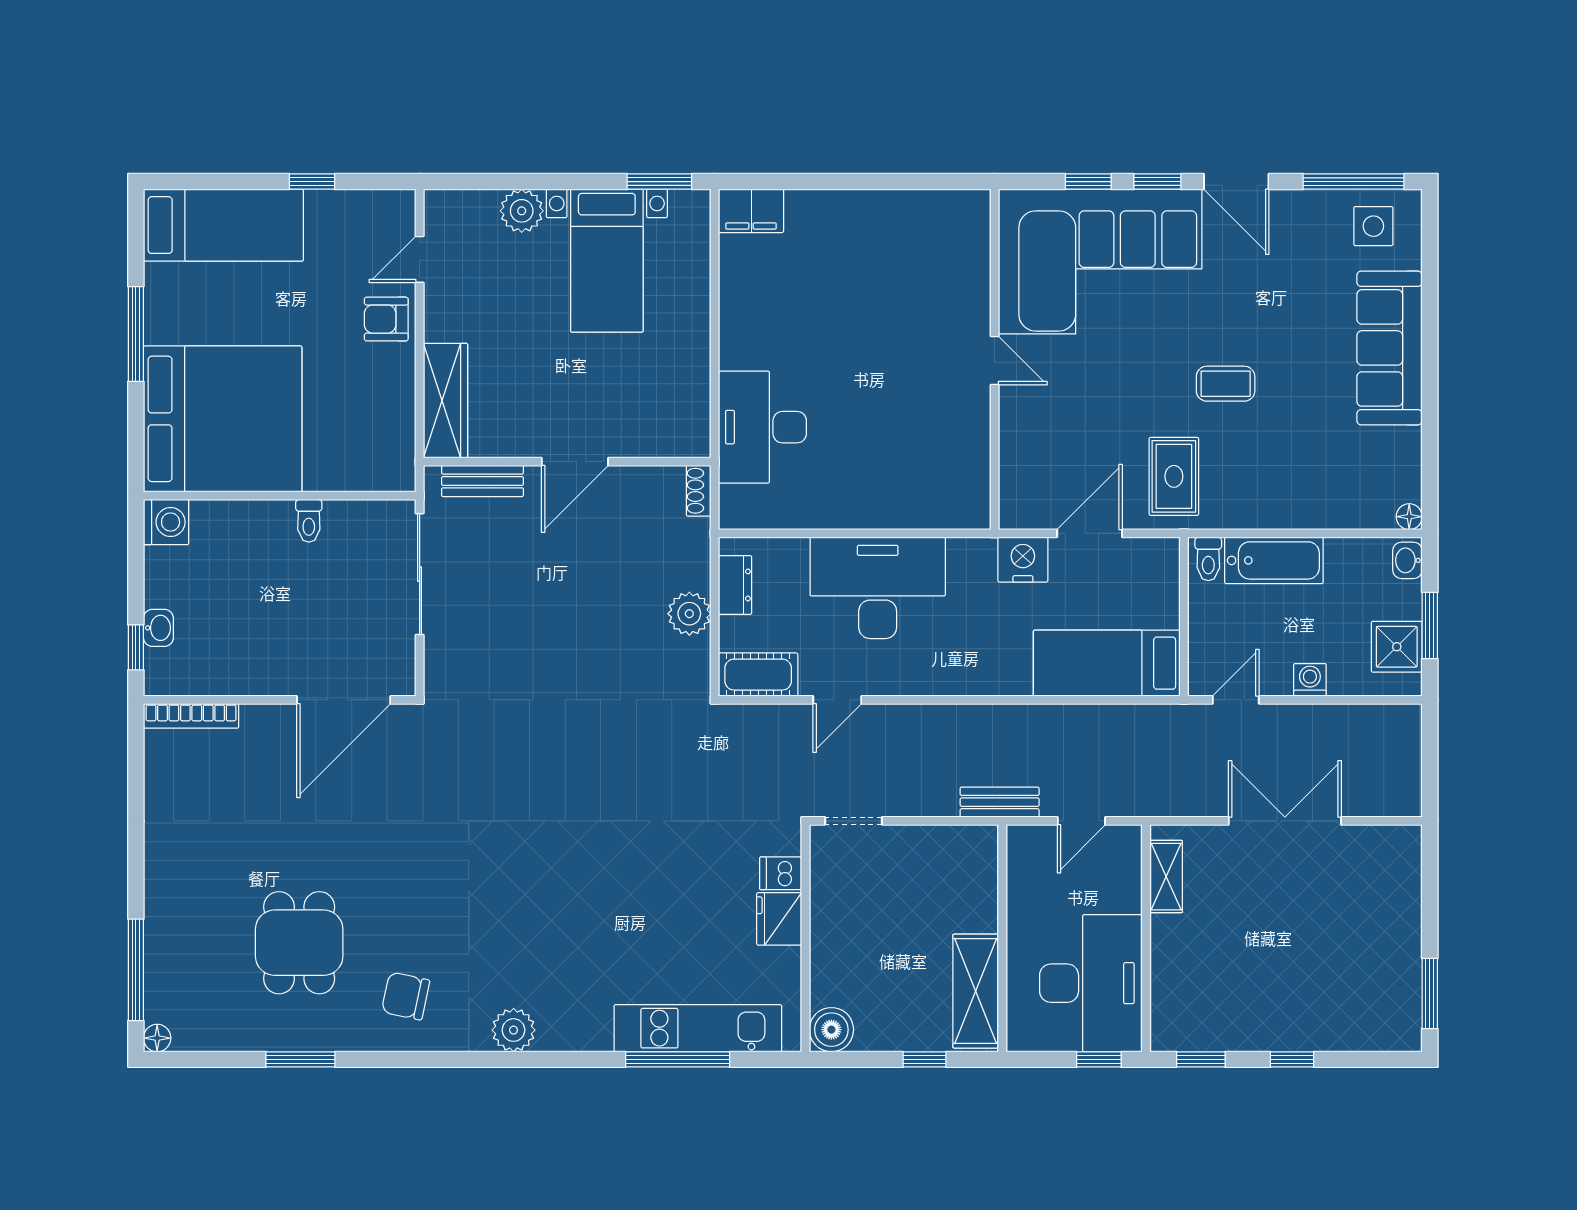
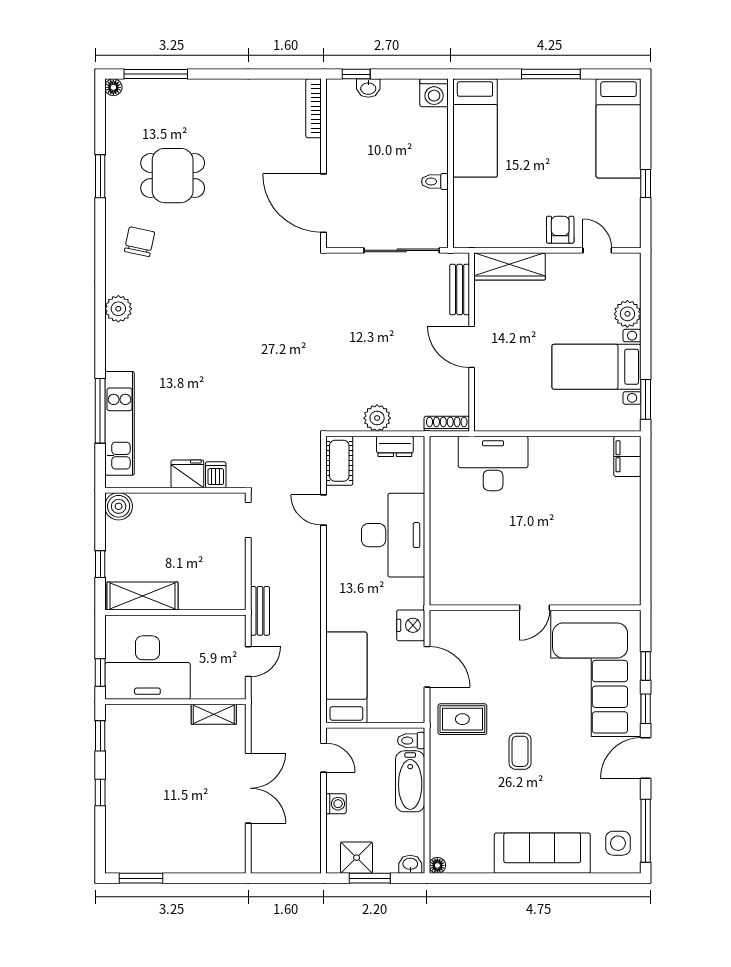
bed: (223, 419) -> (475, 128), width x0.49
shoe rack: (699, 491) -> (447, 424), width x1.43
door: (1081, 821) -> (248, 662), swing flipped

